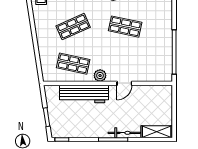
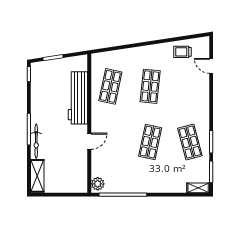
shop shelf: (73, 27) -> (150, 86), turned 30
plant: (100, 76) -> (98, 184), moved
door: (124, 83) -> (89, 141), swing flipped

